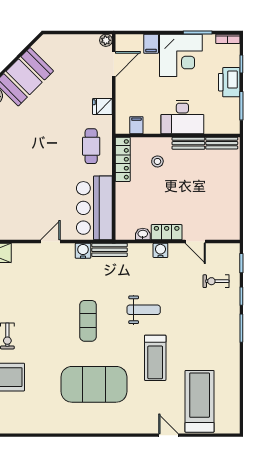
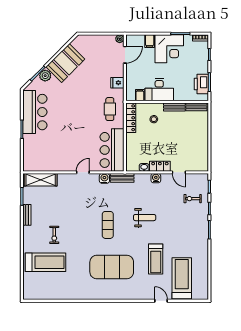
printer: (229, 82) -> (201, 84), moved
desk: (182, 117) -> (159, 90), moved
treadmill: (155, 358) -> (156, 259), moved

